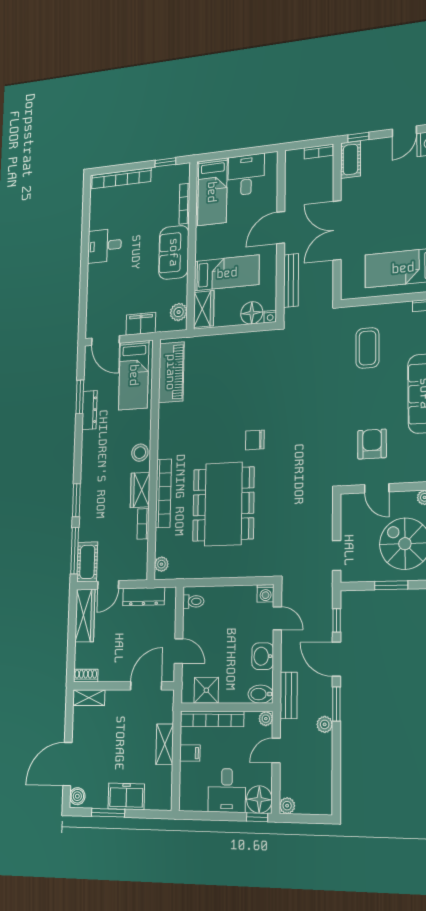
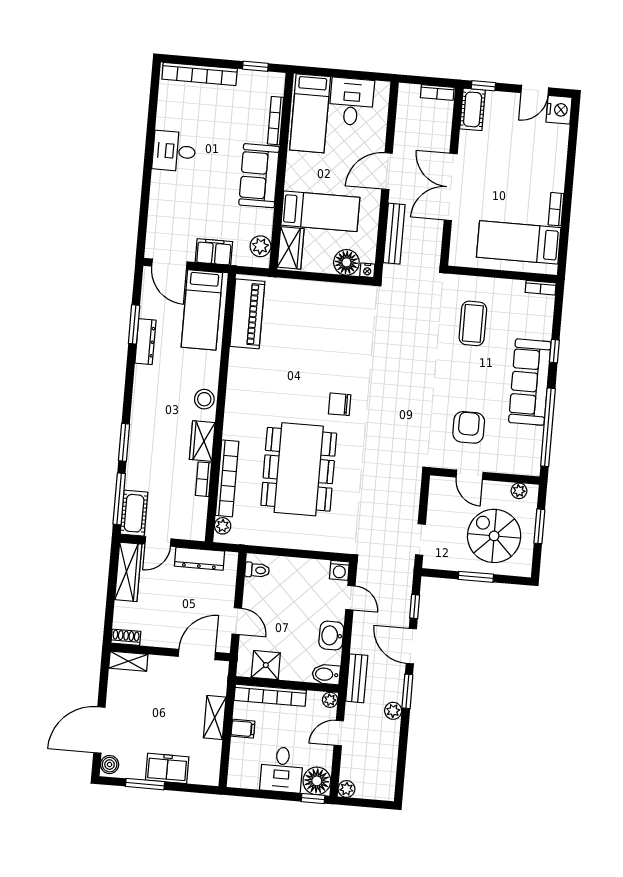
bookcase: (163, 493) -> (227, 478), moved

